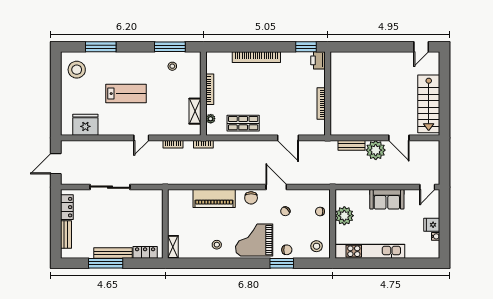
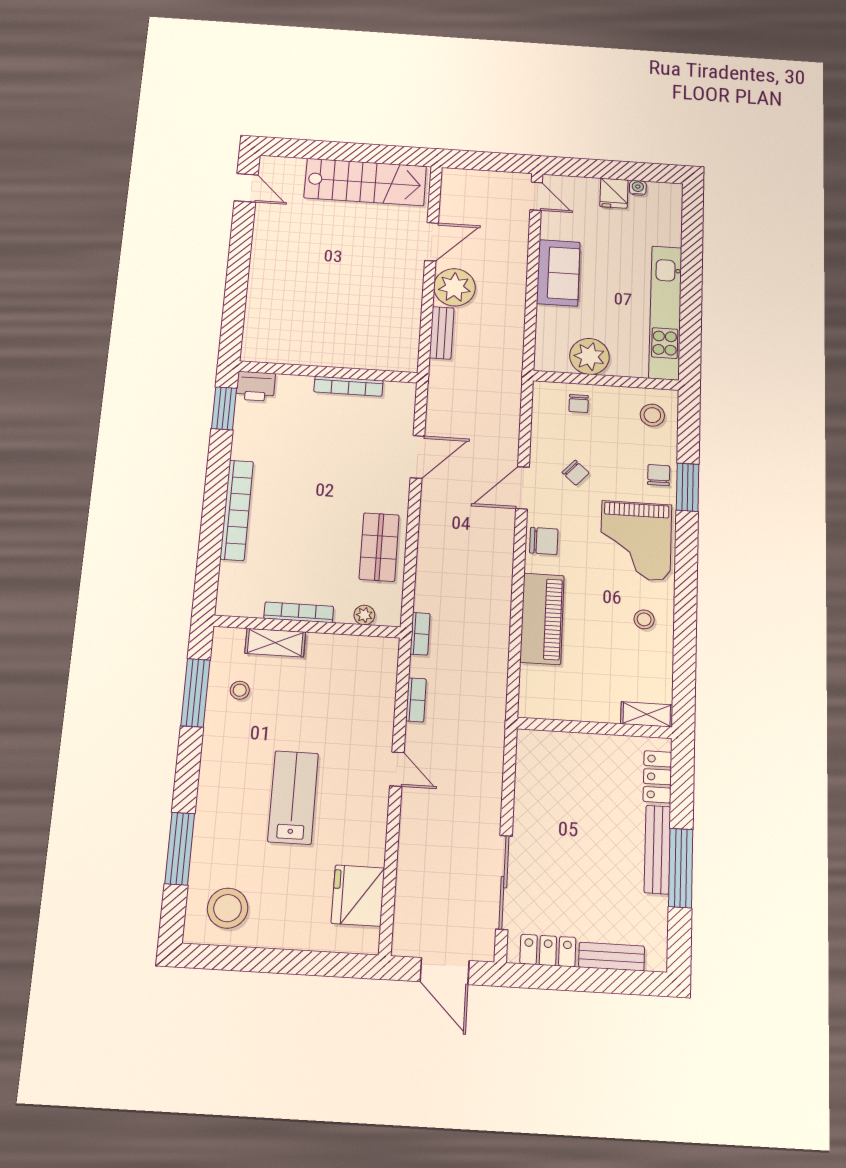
shelving: (195, 111) -> (275, 643), moved
sliding door: (110, 187) -> (504, 882), moved

